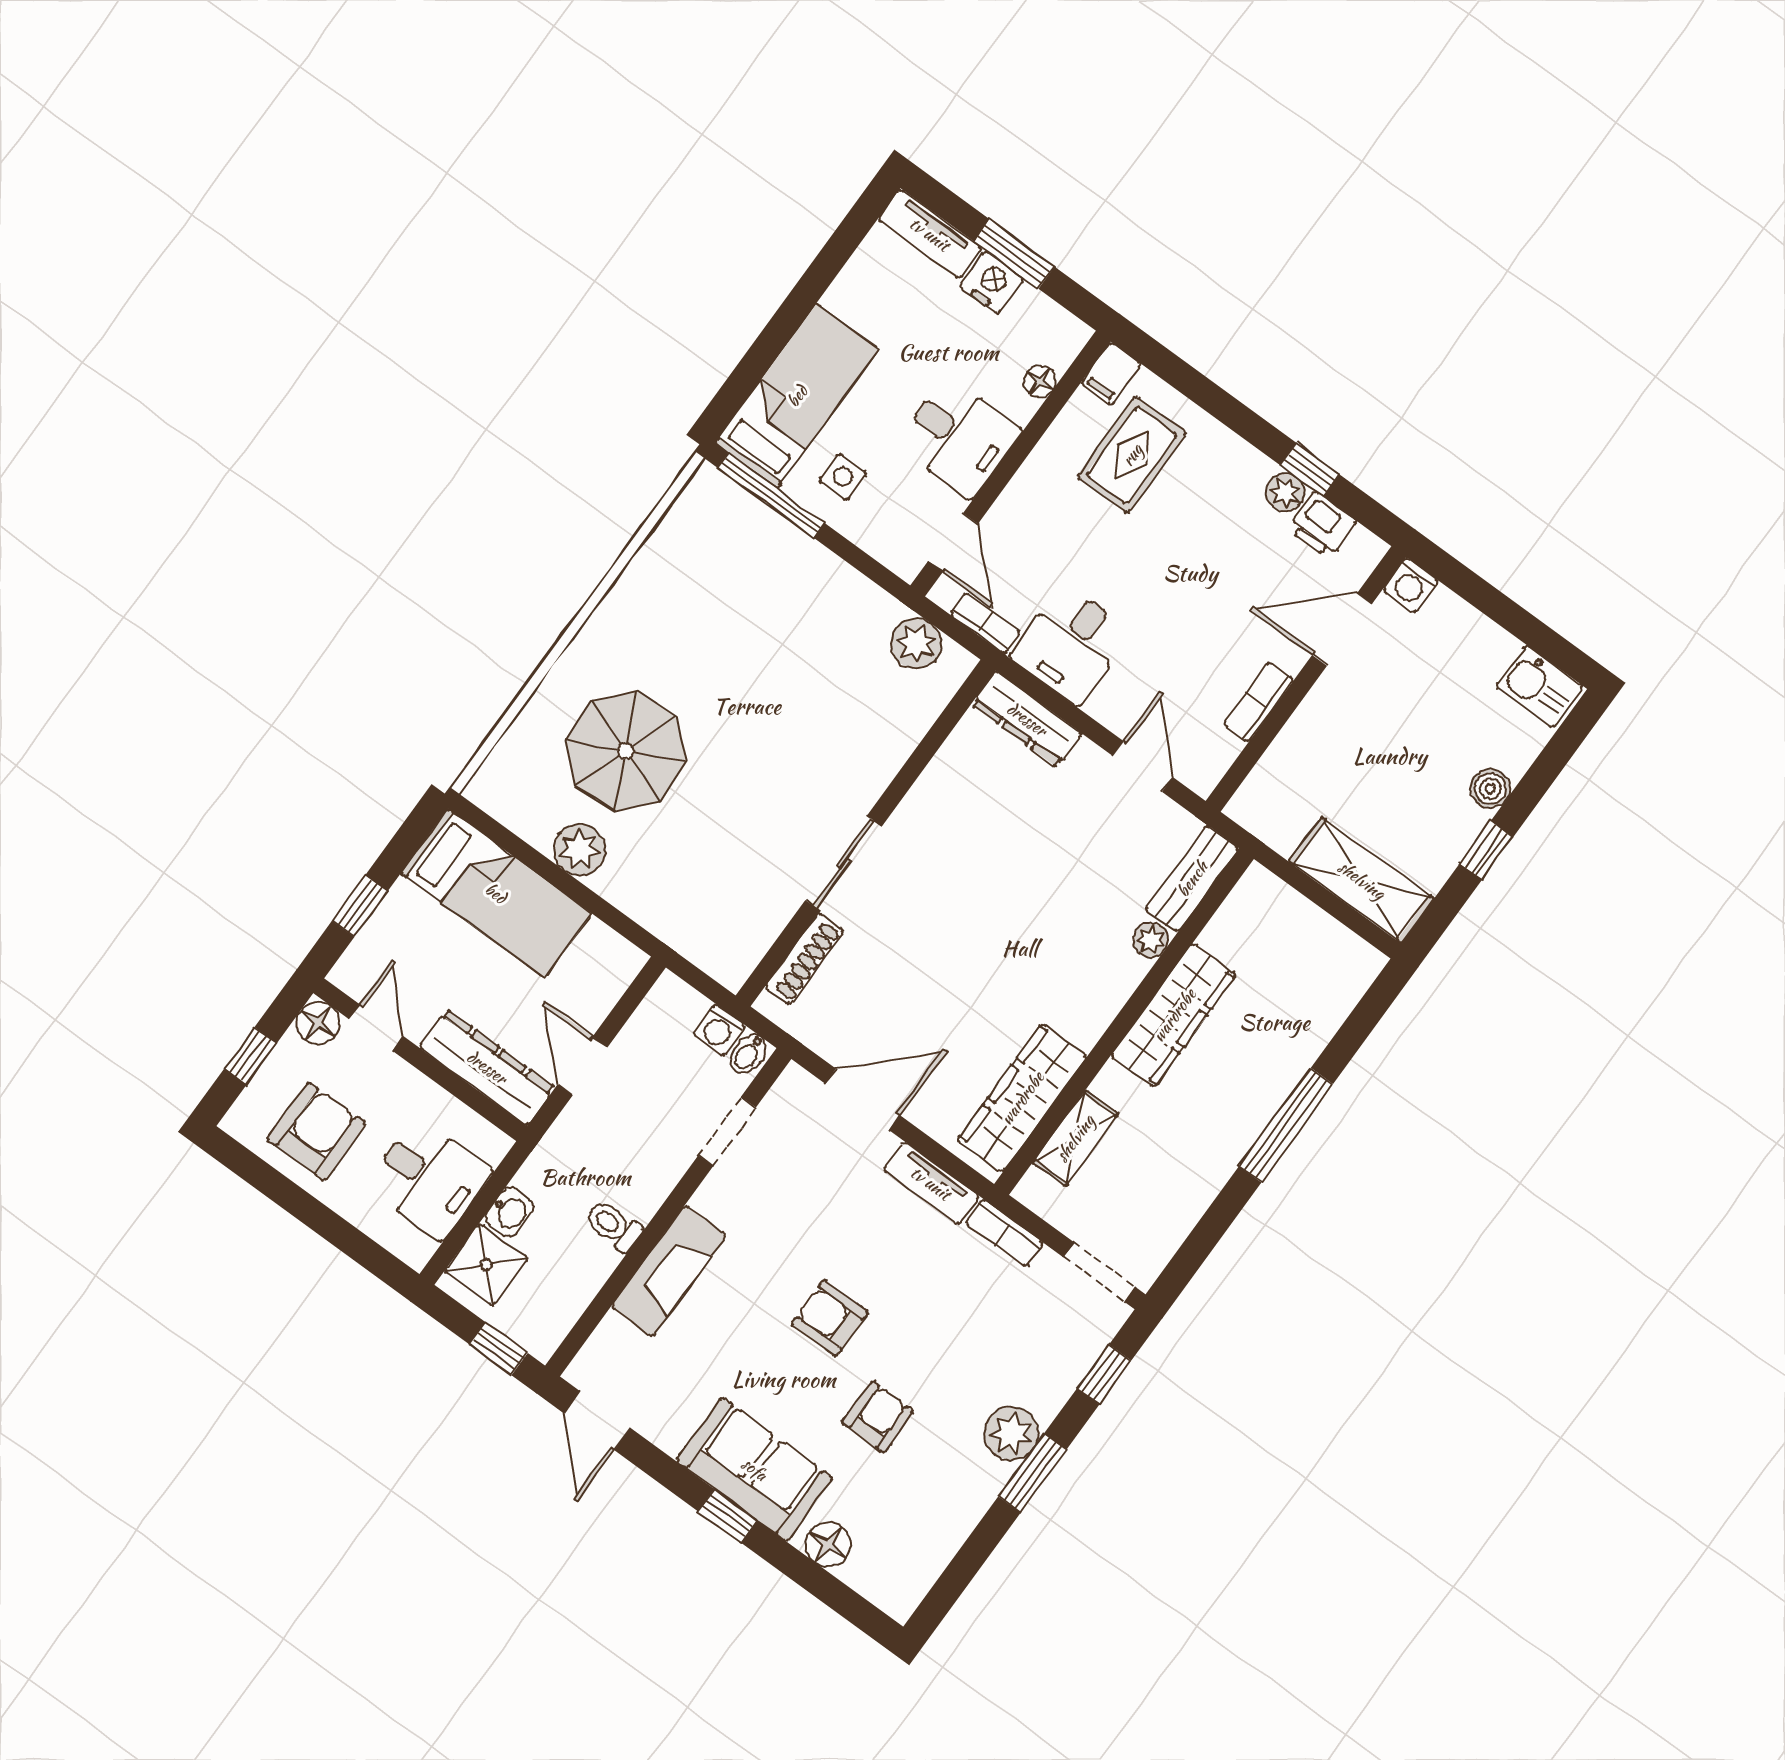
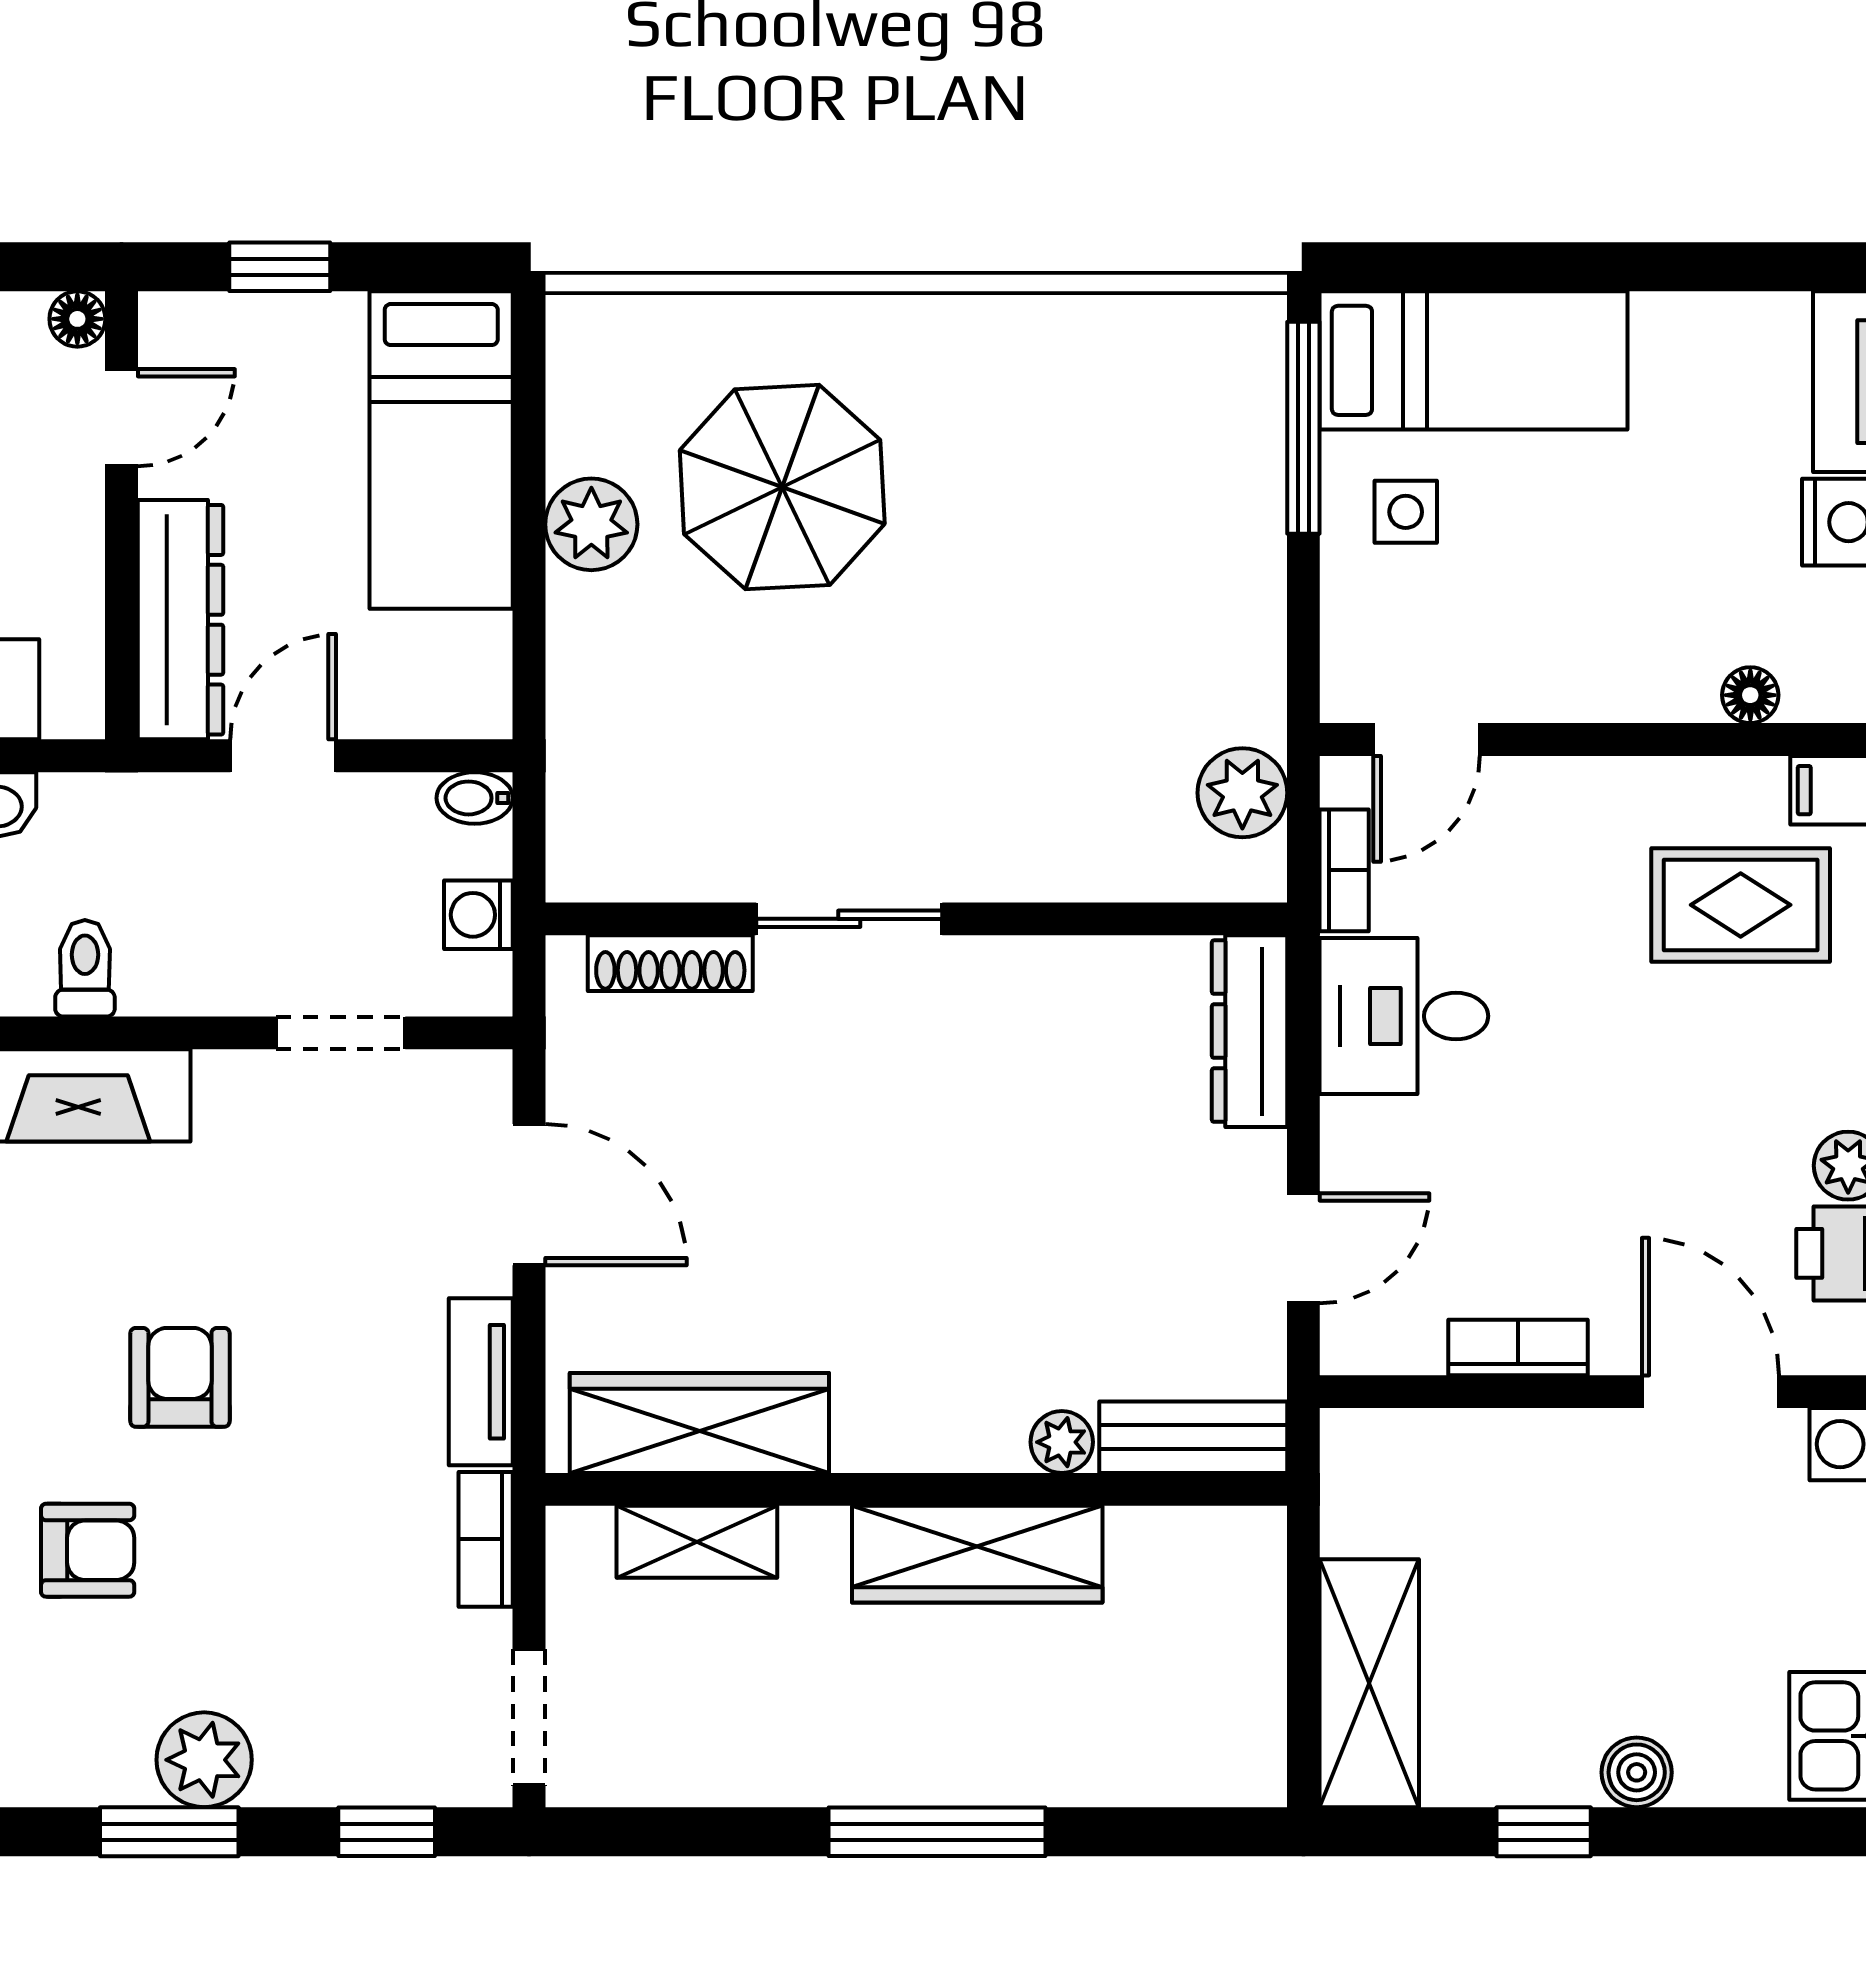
desk: (959, 437) -> (1584, 637), removed
floor lamp: (318, 1023) -> (77, 319), width x0.73, depth x0.73
bidet: (748, 1054) -> (475, 798), moved

